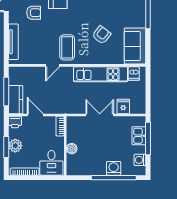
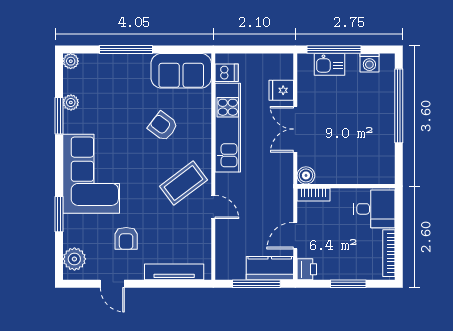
armchair: (34, 13) -> (126, 238), turned 180
coffee table: (67, 47) -> (183, 183), turned -37
plant: (15, 146) -> (346, 269), removed
boiler: (72, 149) -> (306, 175), moved
washing machine: (114, 168) -> (383, 106), removed

